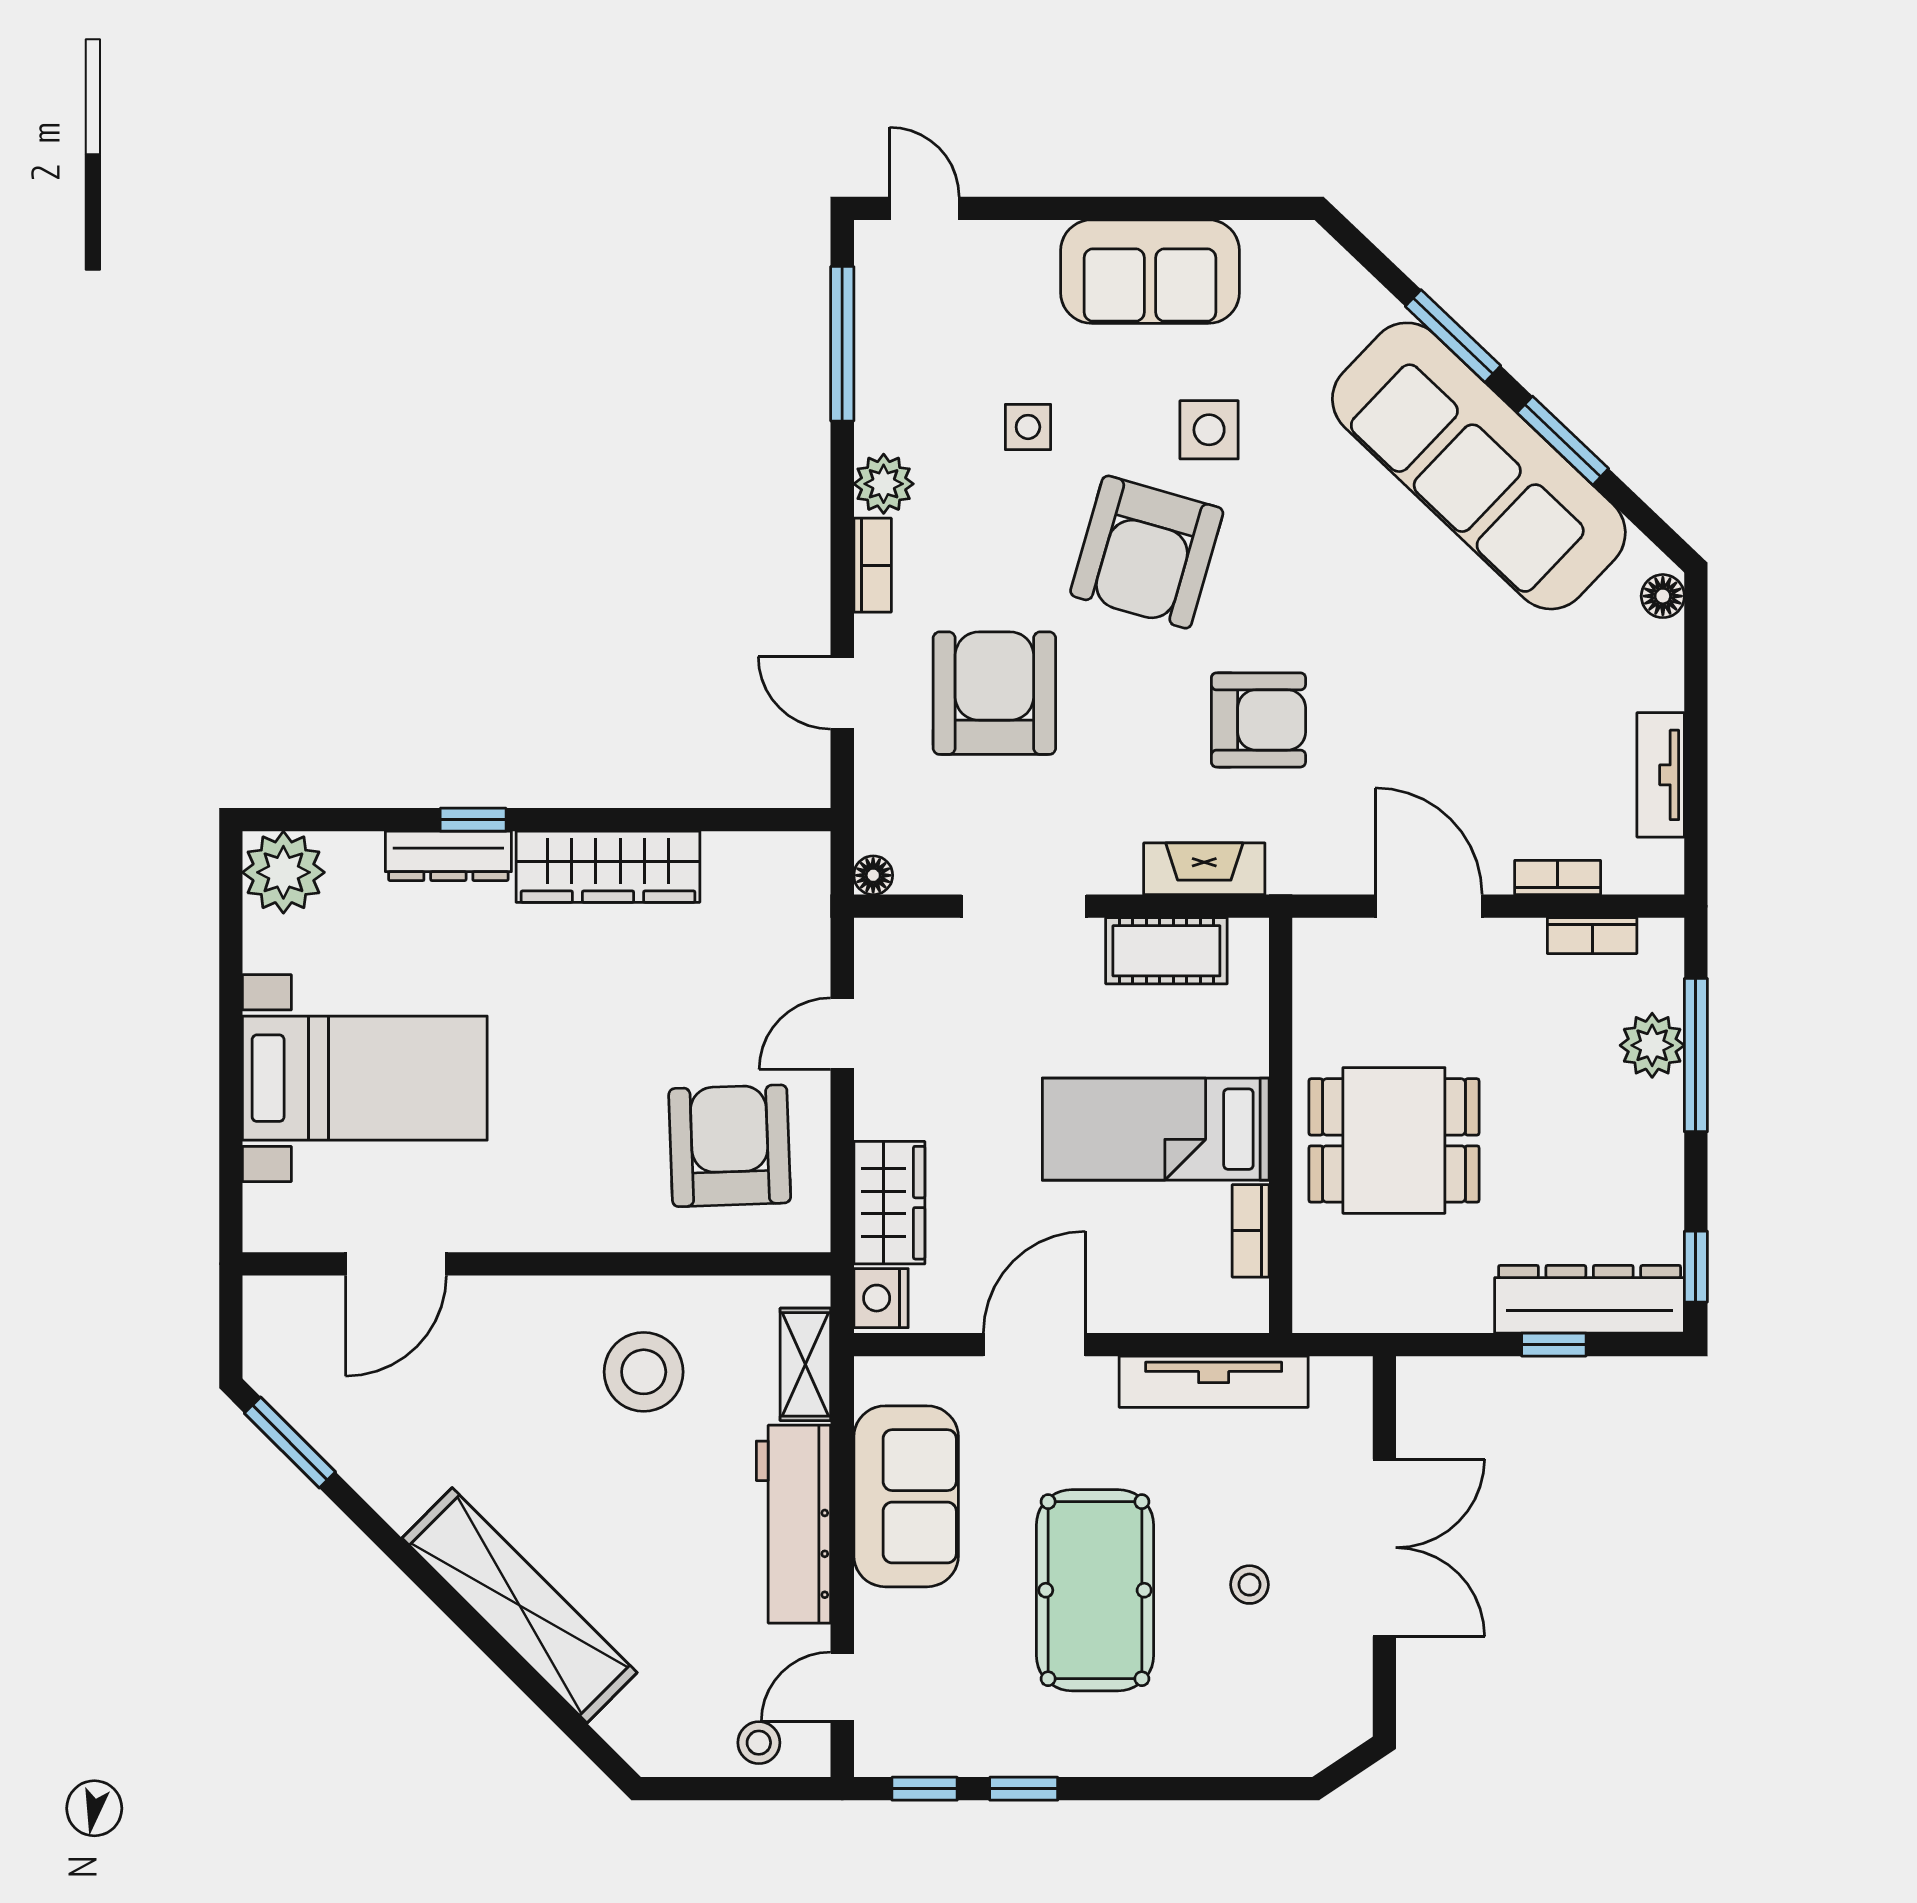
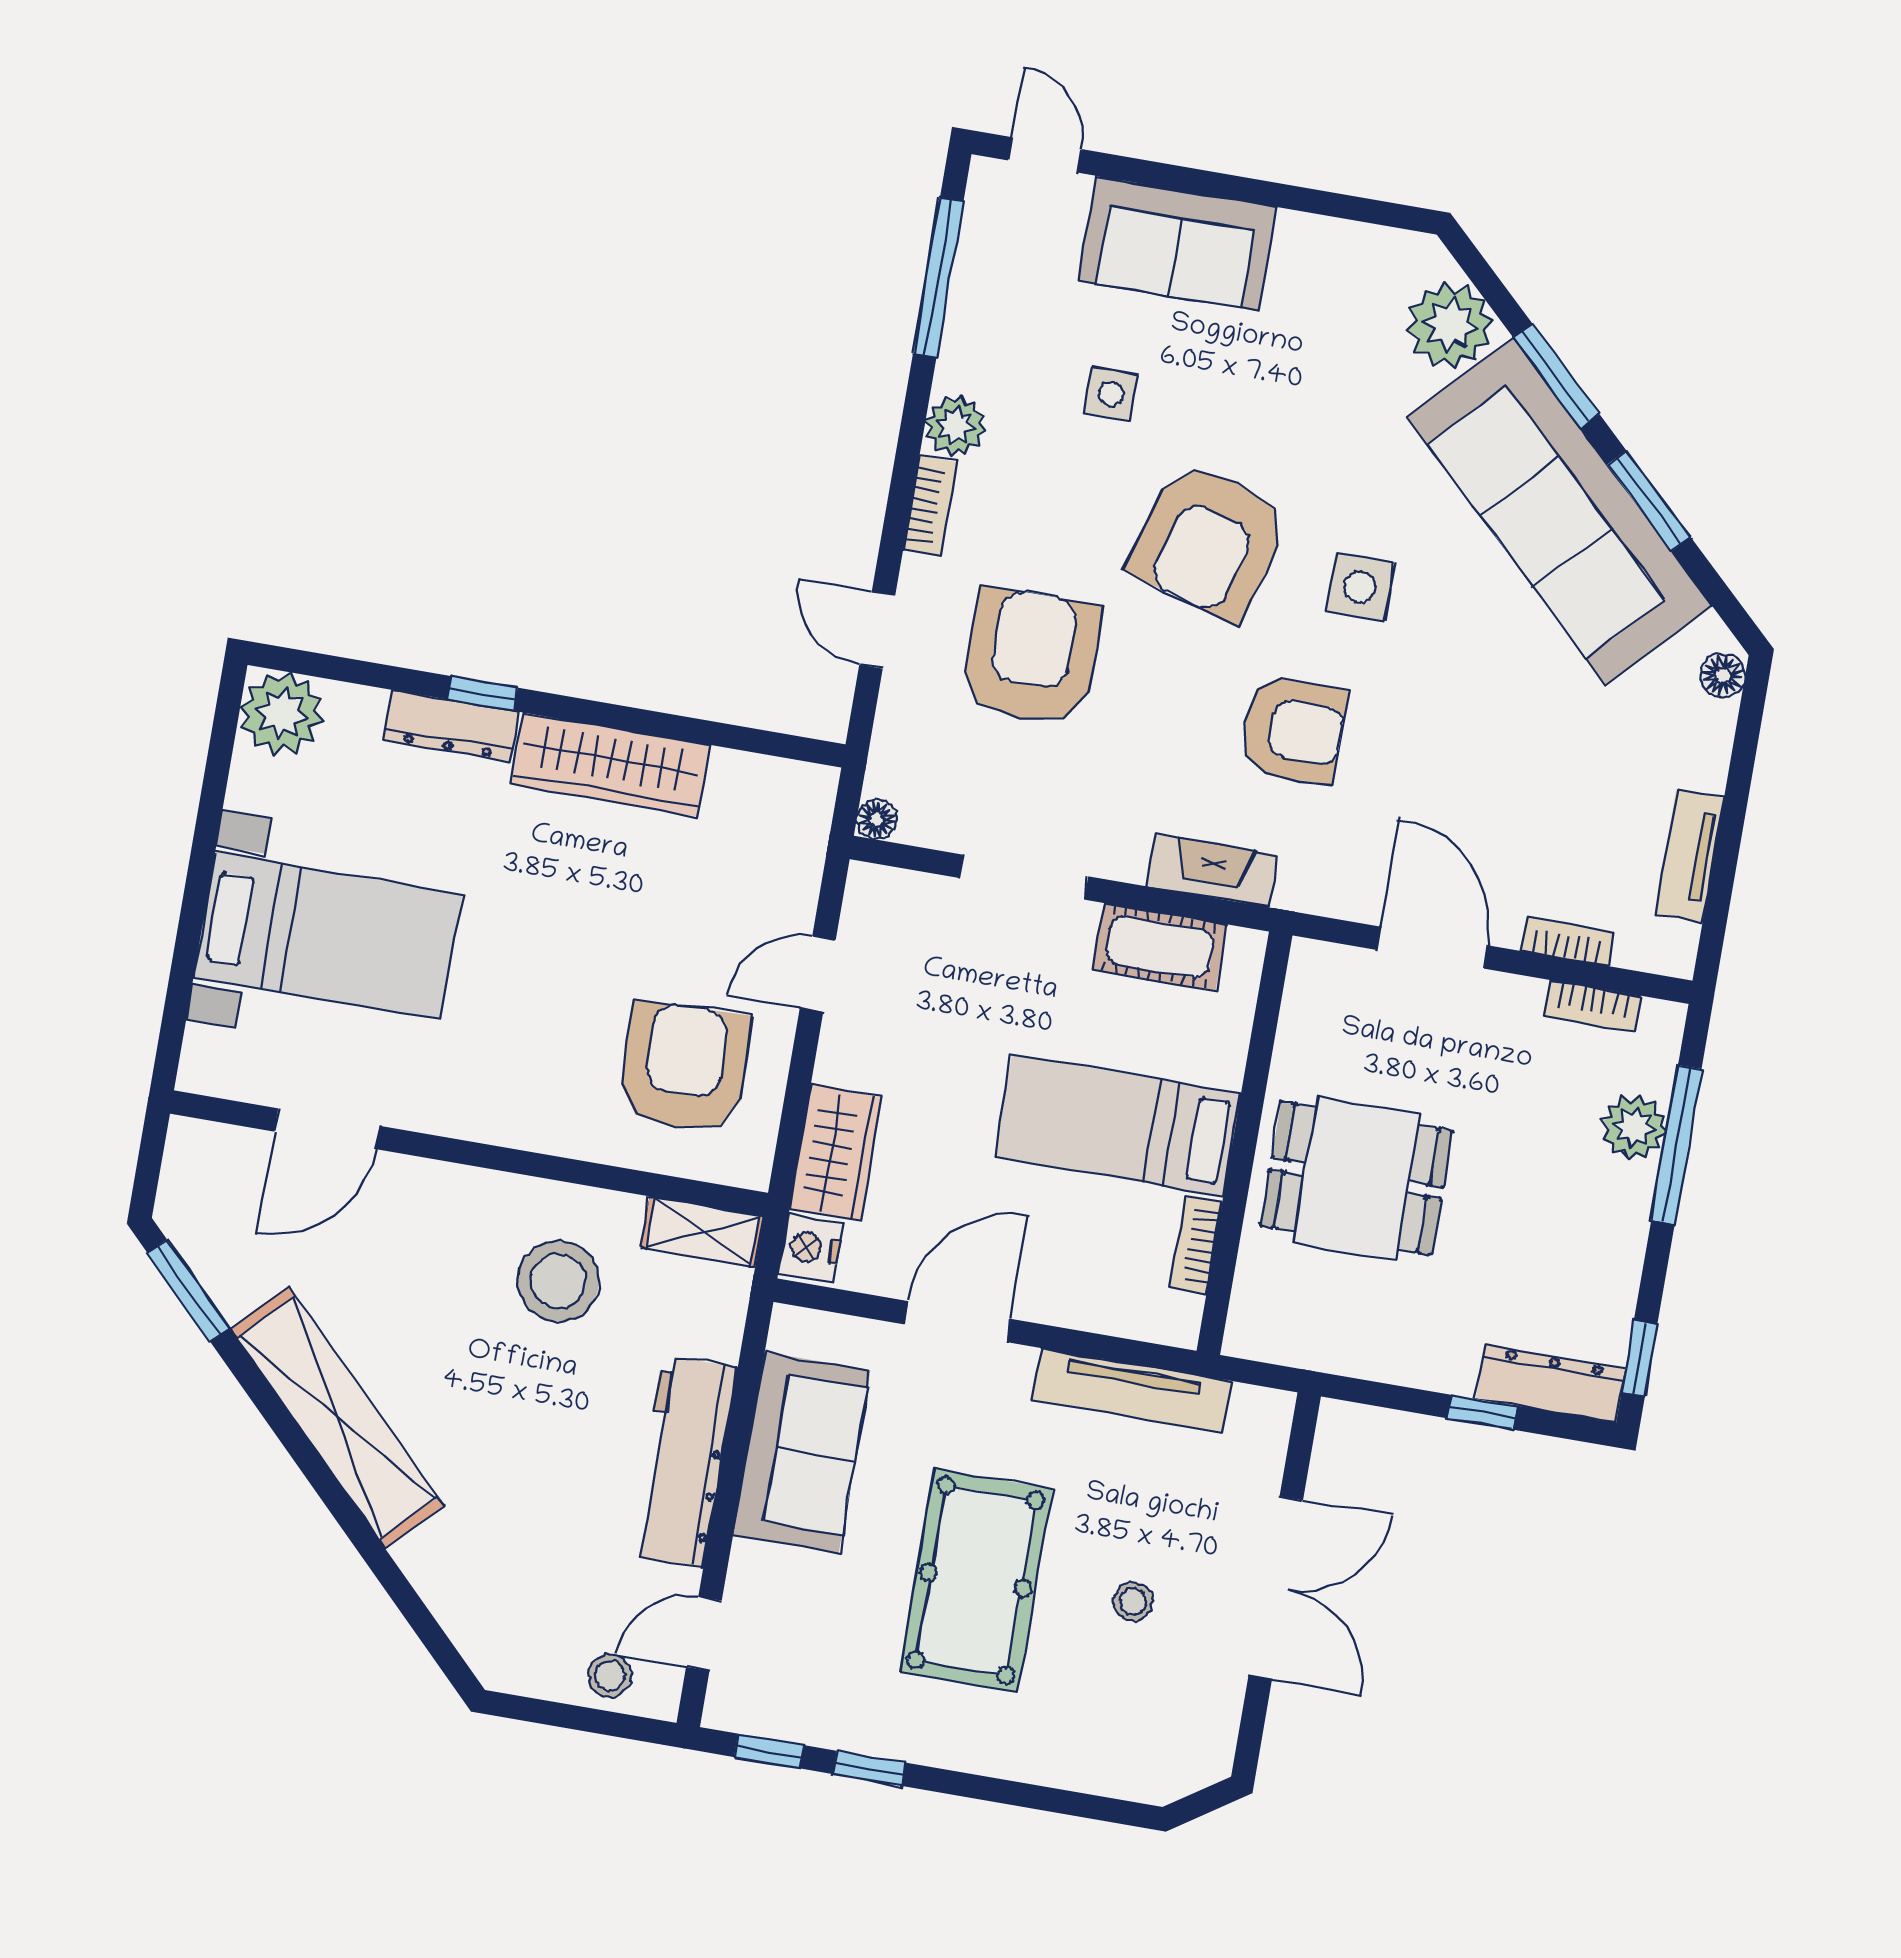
sofa: (1150, 272) -> (1177, 244), moved
plant: (1342, 305) -> (1450, 325), added
side table: (1209, 430) -> (1360, 587), moved
dresser: (1590, 1299) -> (1551, 1384), width x0.73, depth x0.80
shelving: (805, 1364) -> (702, 1232), moved, turned 90
shelving: (519, 1605) -> (337, 1417), moved

